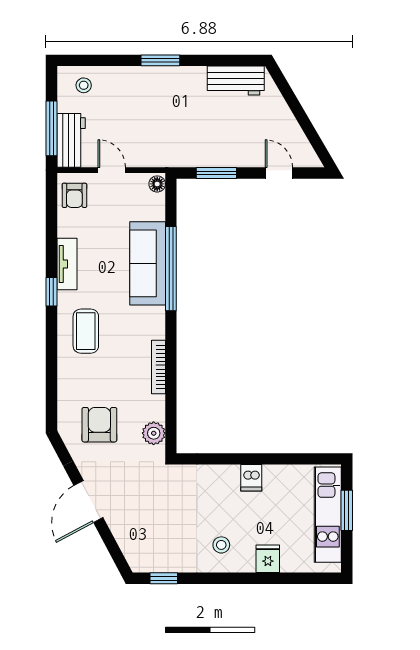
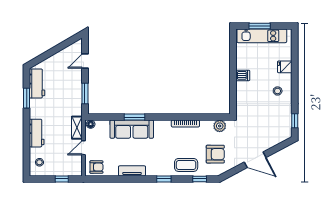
window: (160, 60) -> (27, 98), moved
window: (52, 128) -> (62, 179), width x0.46
workbench: (71, 140) -> (37, 133), moved, turned 90
shelving: (151, 157) -> (77, 128), added
window: (171, 269) -> (134, 117), width x0.47
window: (52, 292) -> (164, 179), moved
coffee table: (86, 331) -> (186, 165), moved
window: (52, 395) -> (200, 179), added
armchair: (99, 425) -> (215, 154), turned 180

